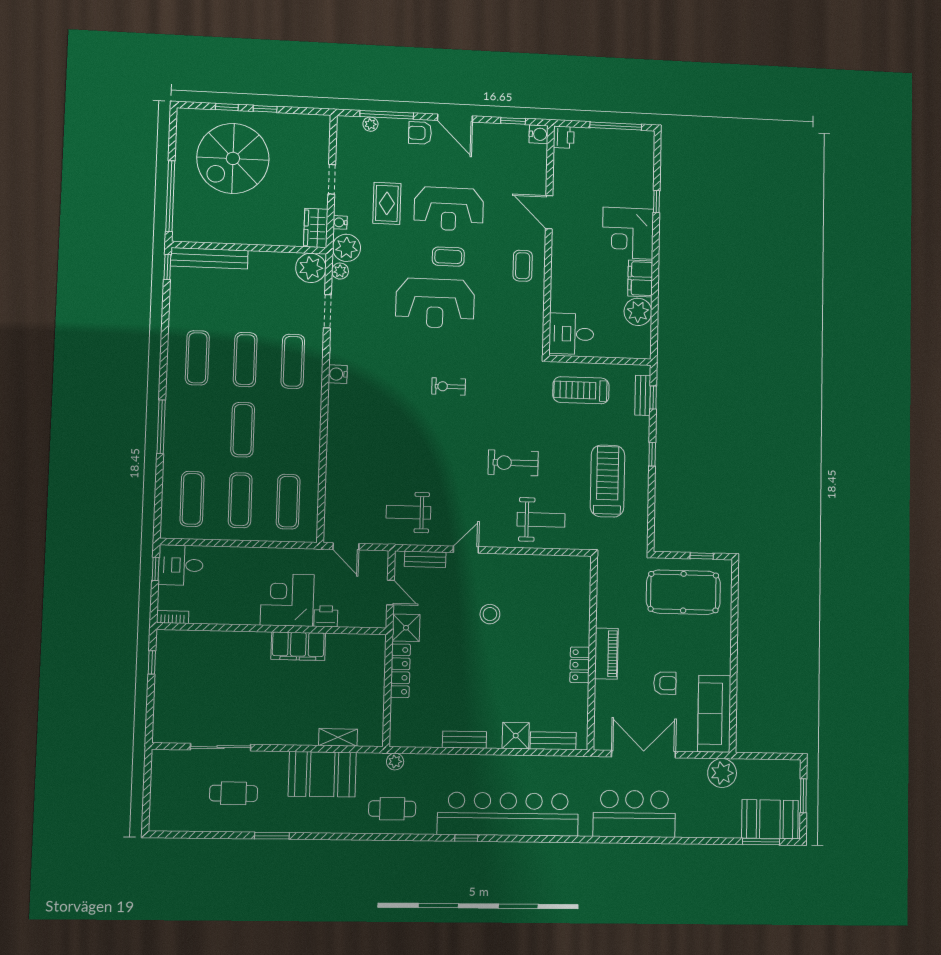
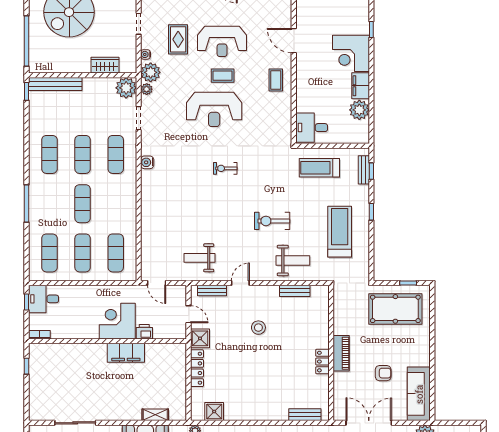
wardrobe: (316, 228) -> (105, 65), moved, turned 90
shower: (516, 736) -> (214, 412), moved
bench: (465, 740) -> (295, 291), moved

